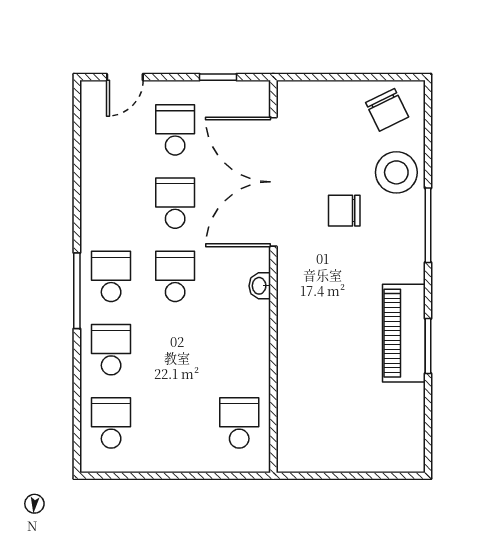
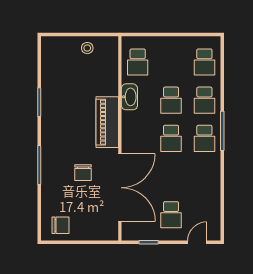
chair: (387, 110) -> (61, 225), turned 116
stool: (396, 172) -> (87, 48), moved, width x0.53, depth x0.53
school desk: (175, 203) -> (171, 100), moved
chair: (344, 211) -> (83, 173), turned 90
washbasin: (260, 286) -> (129, 97), moved, width x1.91, depth x1.45
piano: (404, 333) -> (107, 122), moved, turned 180

